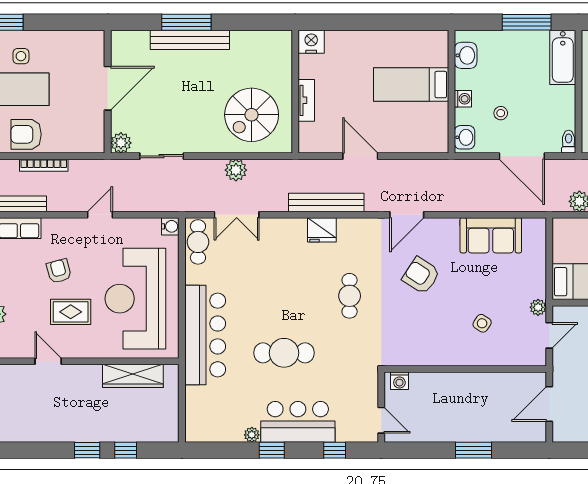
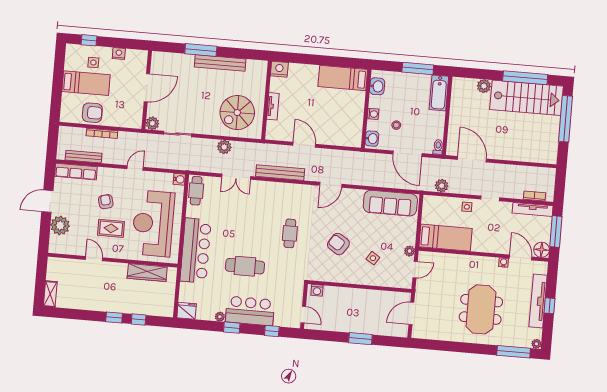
nightstand: (59, 39) -> (119, 54), added
bench: (190, 40) -> (220, 63), moved
bed: (411, 85) -> (343, 78), moved
armchair: (26, 134) -> (92, 113), turned 180
double door: (237, 215) -> (236, 177), moved
fridge: (322, 230) -> (187, 311), moved, turned 180
sofa: (491, 235) -> (390, 203), width x1.36
armchair: (421, 275) -> (338, 244), moved

